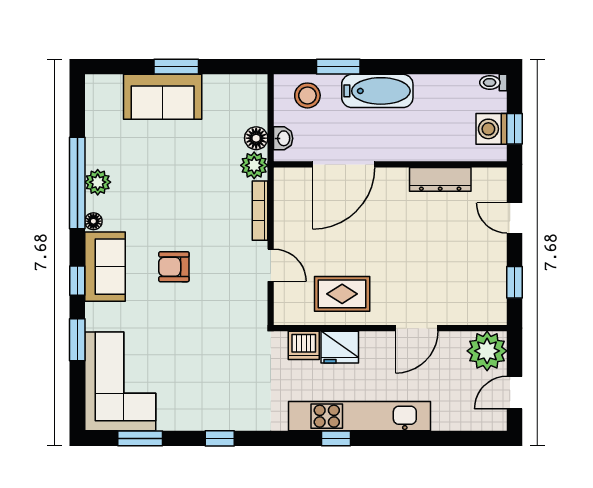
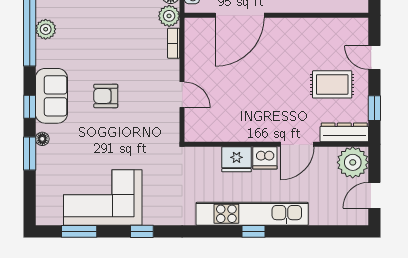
dresser: (440, 179) -> (344, 132), moved, turned 180
bookcase: (260, 211) -> (174, 43), width x0.64
floor lamp: (93, 221) -> (42, 139), moved
rug: (342, 294) -> (332, 84), moved
dishwasher: (304, 345) -> (265, 158), moved
corner sofa: (120, 381) -> (103, 197), moved, turned -90
window: (336, 438) -> (253, 231), moved

